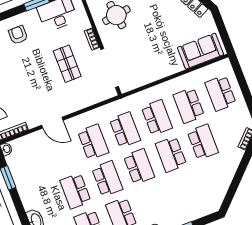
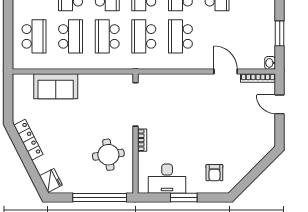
sofa: (200, 51) -> (56, 86), moved
shop shelf: (67, 64) -> (176, 125), removed
door: (52, 123) -> (226, 72), moved

